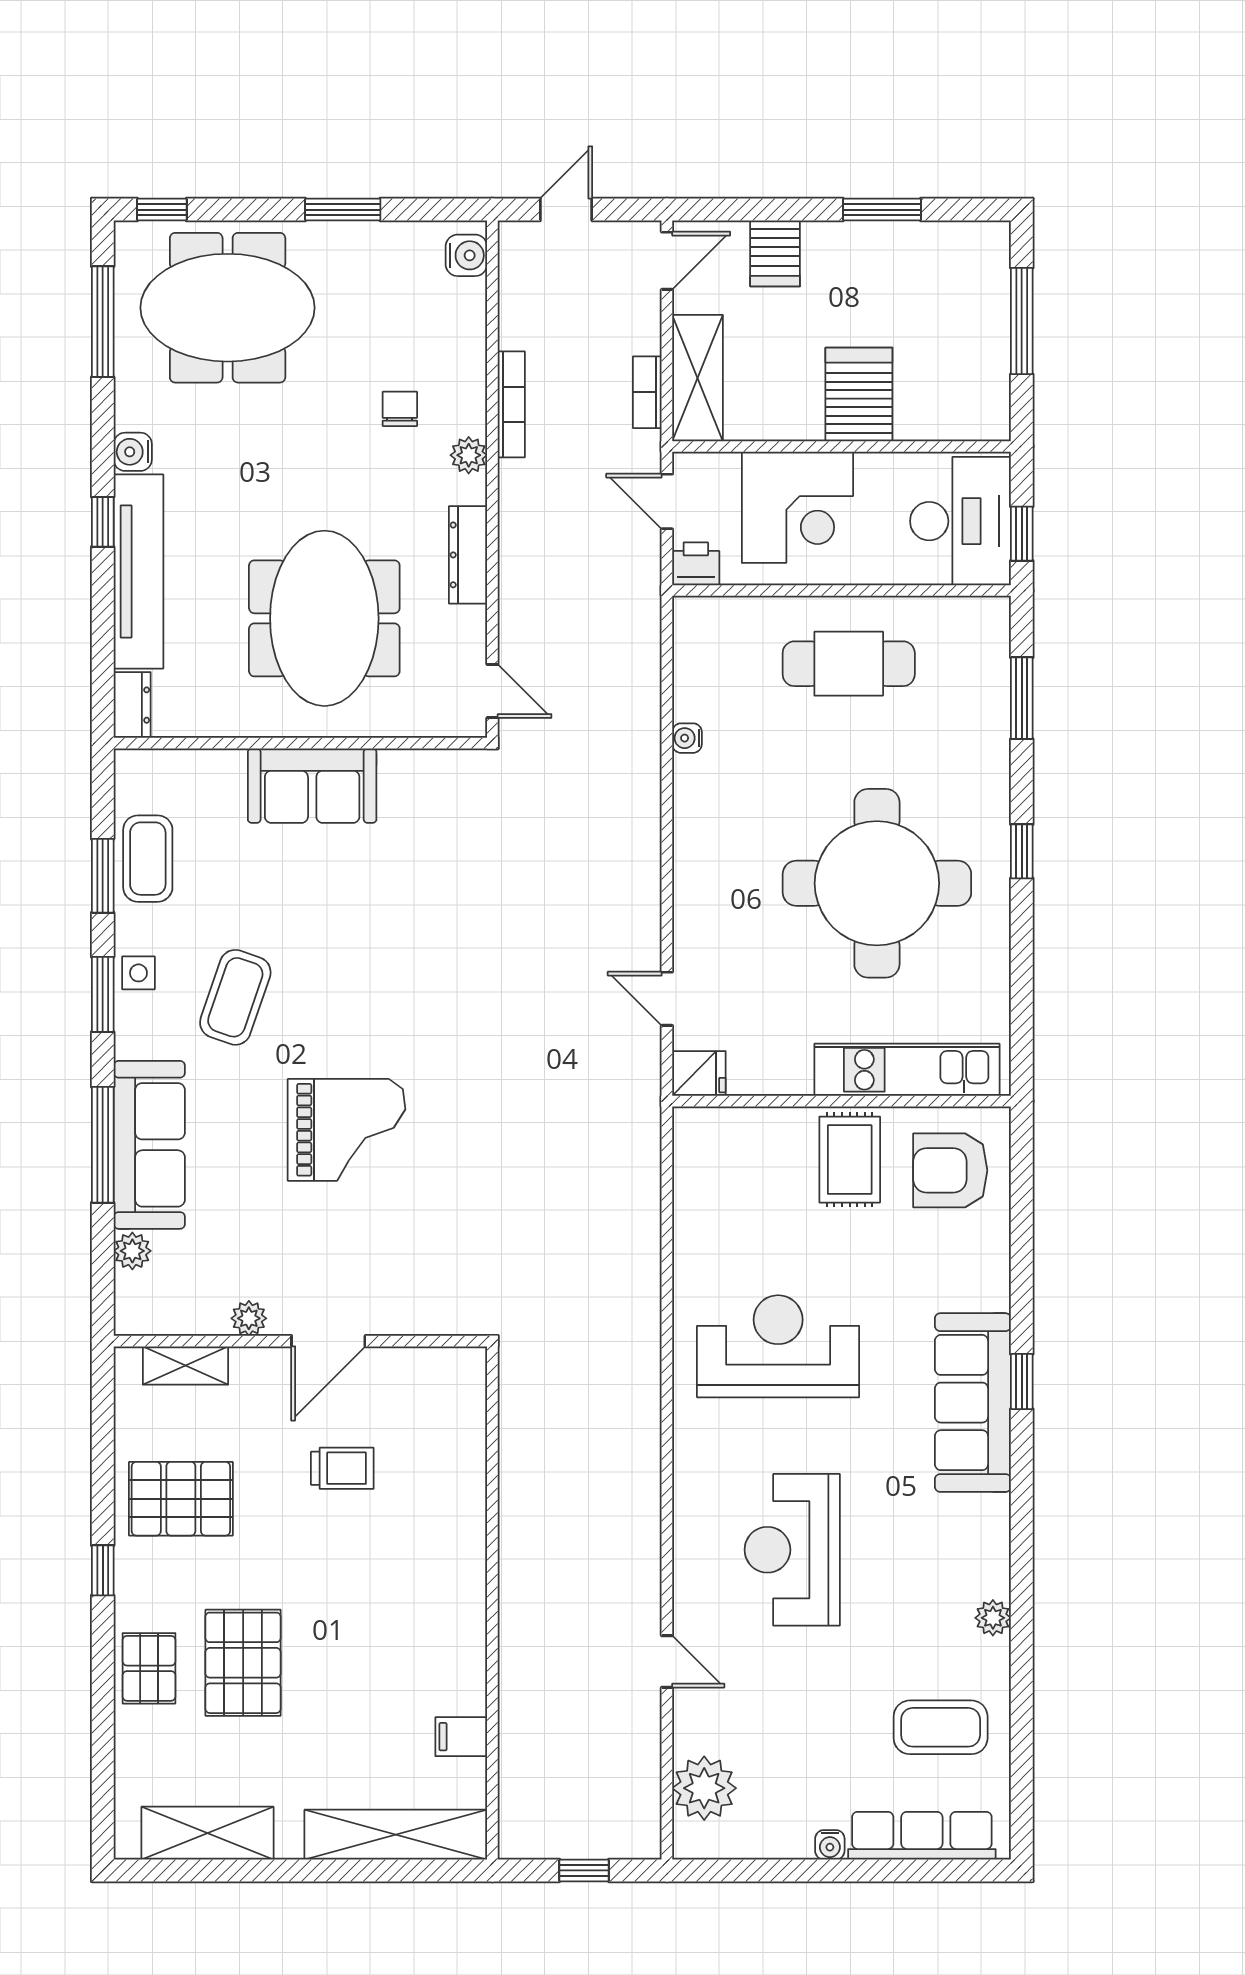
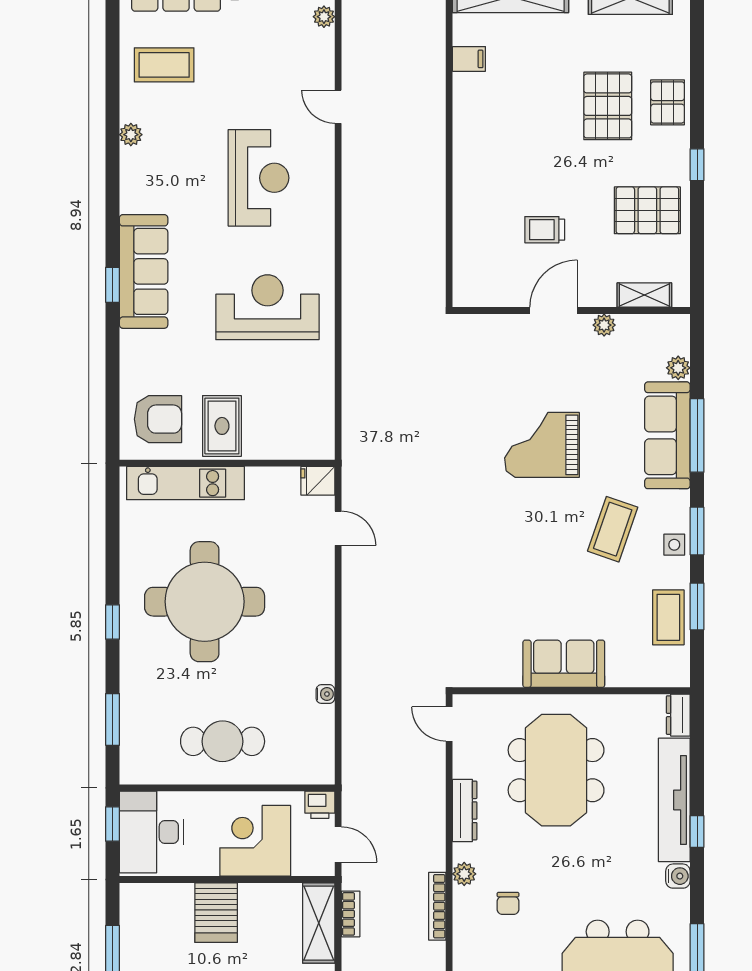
reception desk: (778, 1346) -> (267, 307), turned 180
plant: (704, 1788) -> (324, 17), width x0.53, depth x0.53

